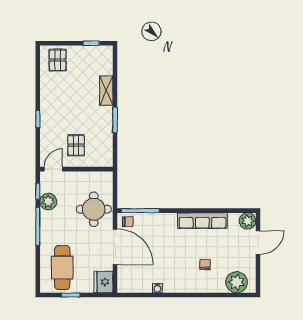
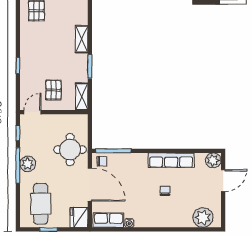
shelving: (106, 152) -> (82, 97), added
plant: (48, 202) -> (28, 164), moved
chair: (205, 265) -> (165, 191), moved
row of seats: (135, 285) -> (109, 220), added

